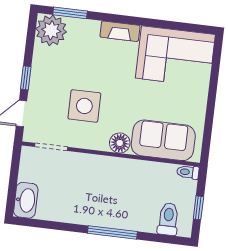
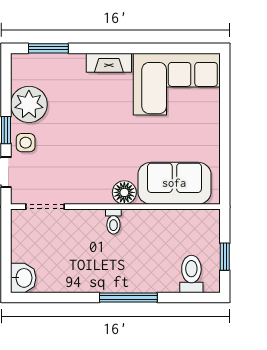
plant: (51, 30) -> (29, 104), moved
side table: (84, 106) -> (26, 143), moved, width x0.54, depth x0.54
toilet: (188, 172) -> (113, 222), moved, turned -90
washbasin: (26, 200) -> (23, 278), width x0.72

